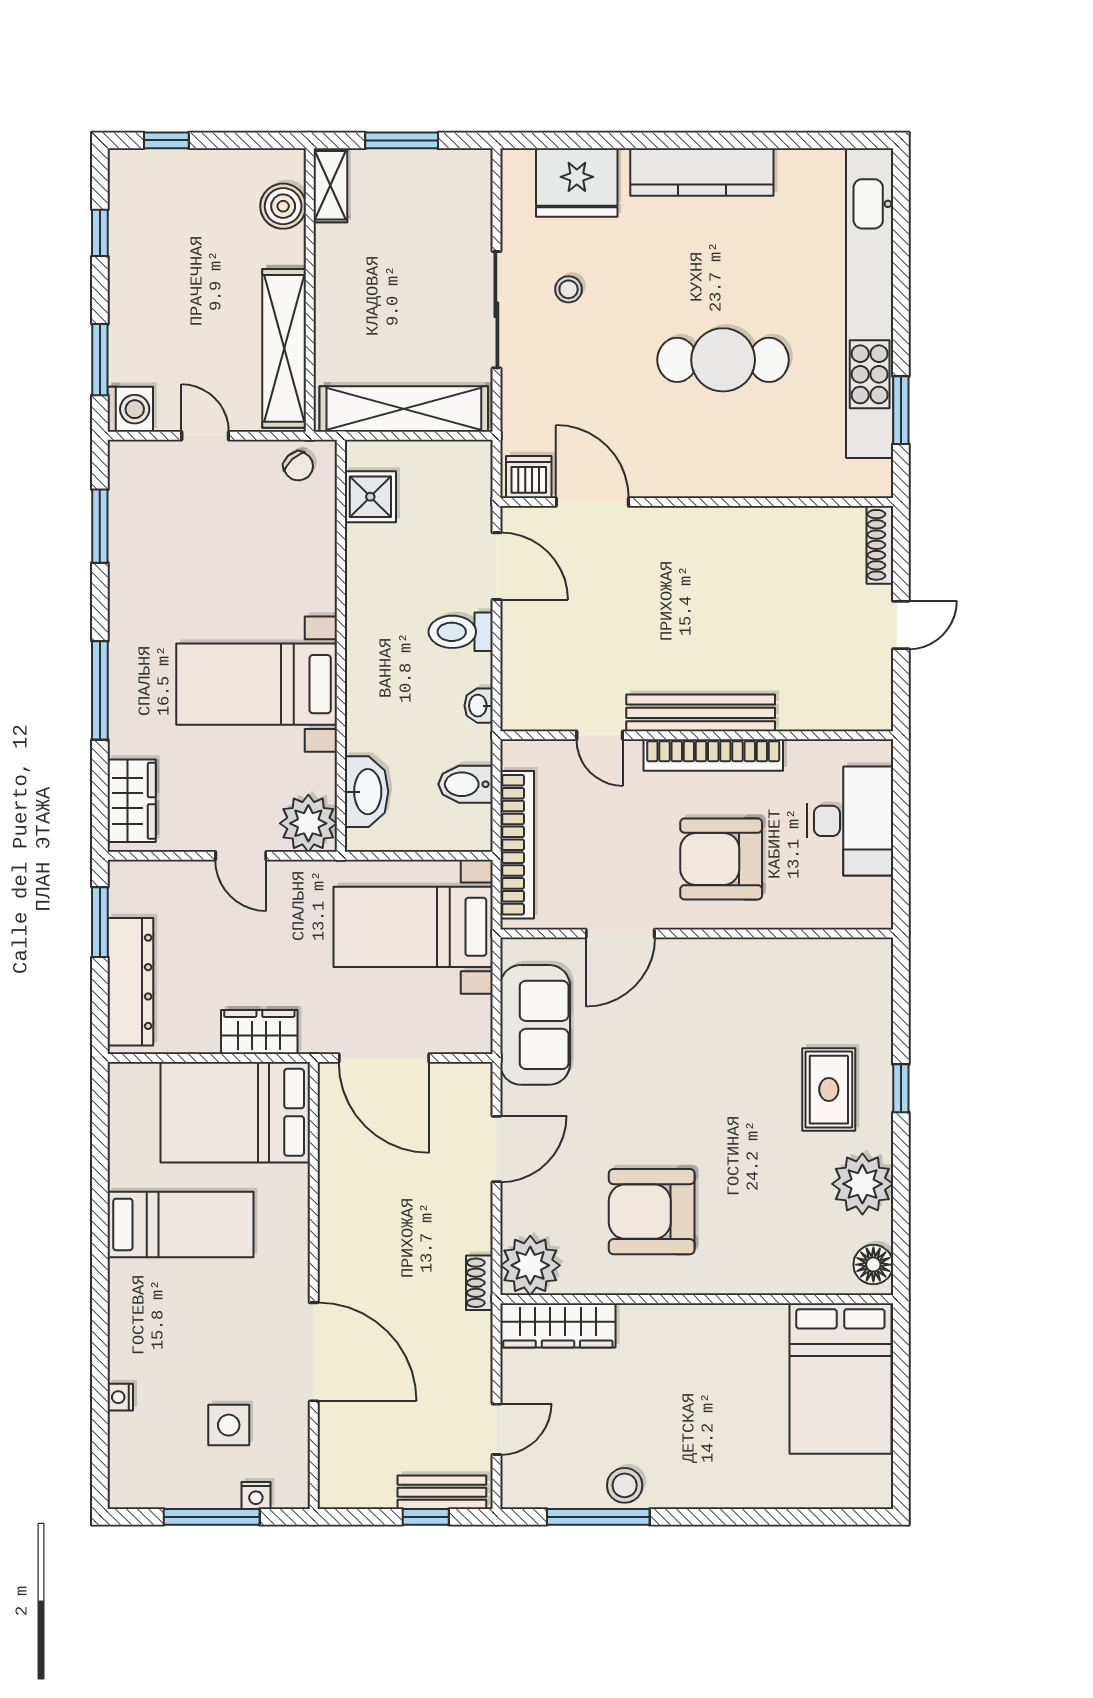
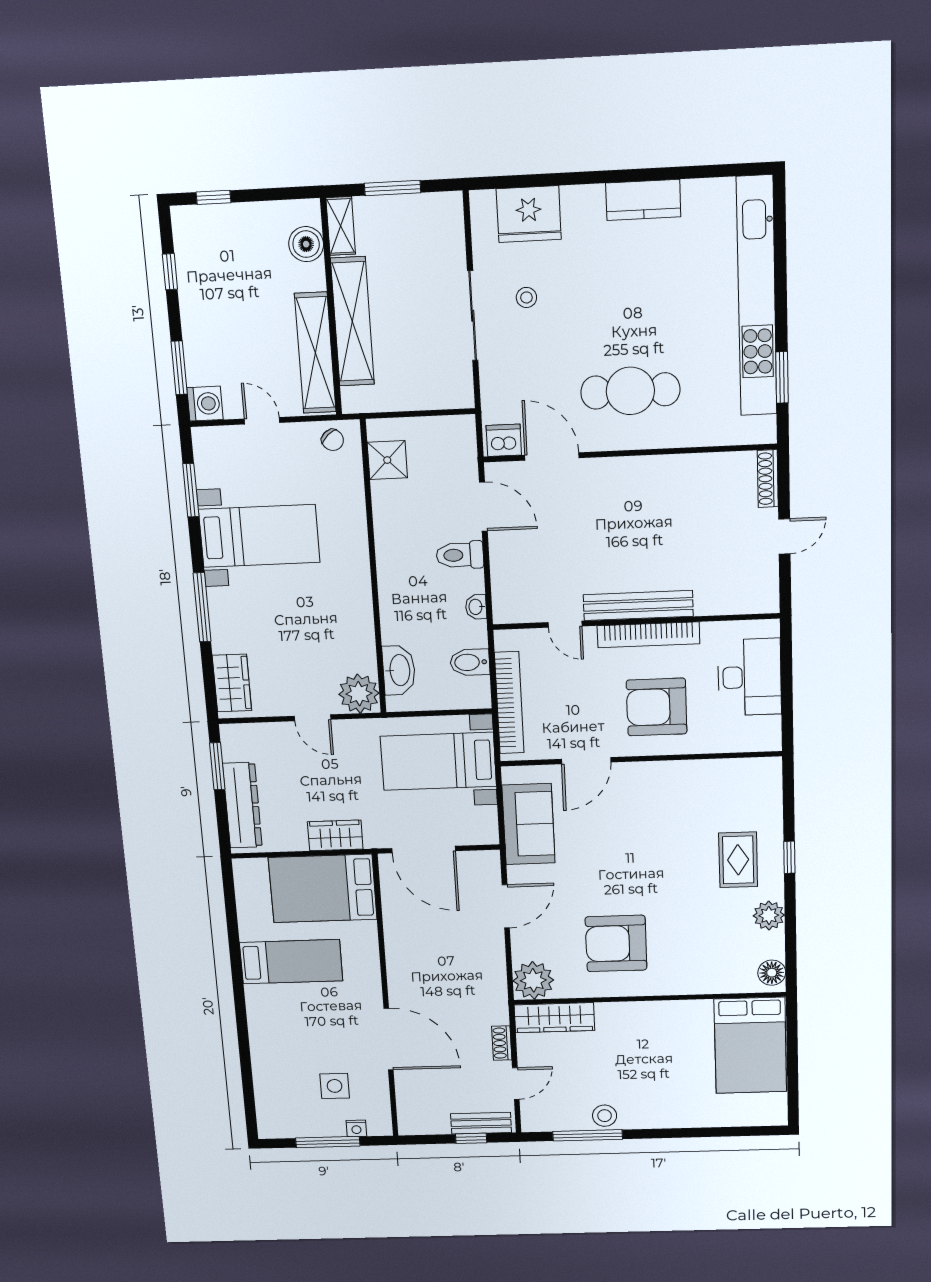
kitchen counter: (702, 172) -> (643, 200), width x0.67
cafe table: (723, 360) -> (630, 391), moved
shelving: (404, 409) -> (352, 322), moved, turned 90
bed with nightstands: (257, 684) -> (259, 536), moved, turned 180
plant: (862, 1184) -> (769, 915), width x0.73, depth x0.73
shoe rack: (479, 1283) -> (502, 1043), moved
nightstand: (120, 1397) -> (260, 1071), removed

